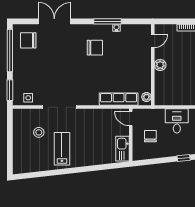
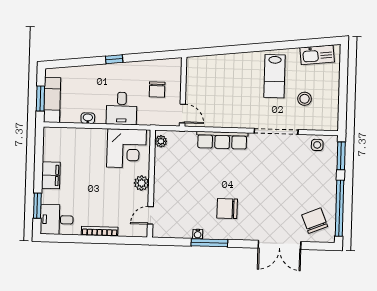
chair: (28, 40) -> (315, 221), turned -112
corner desk: (172, 91) -> (127, 148), added
row of seats: (119, 99) -> (222, 140), moved
kitchen sink: (122, 149) -> (317, 55), moved, turned 84

